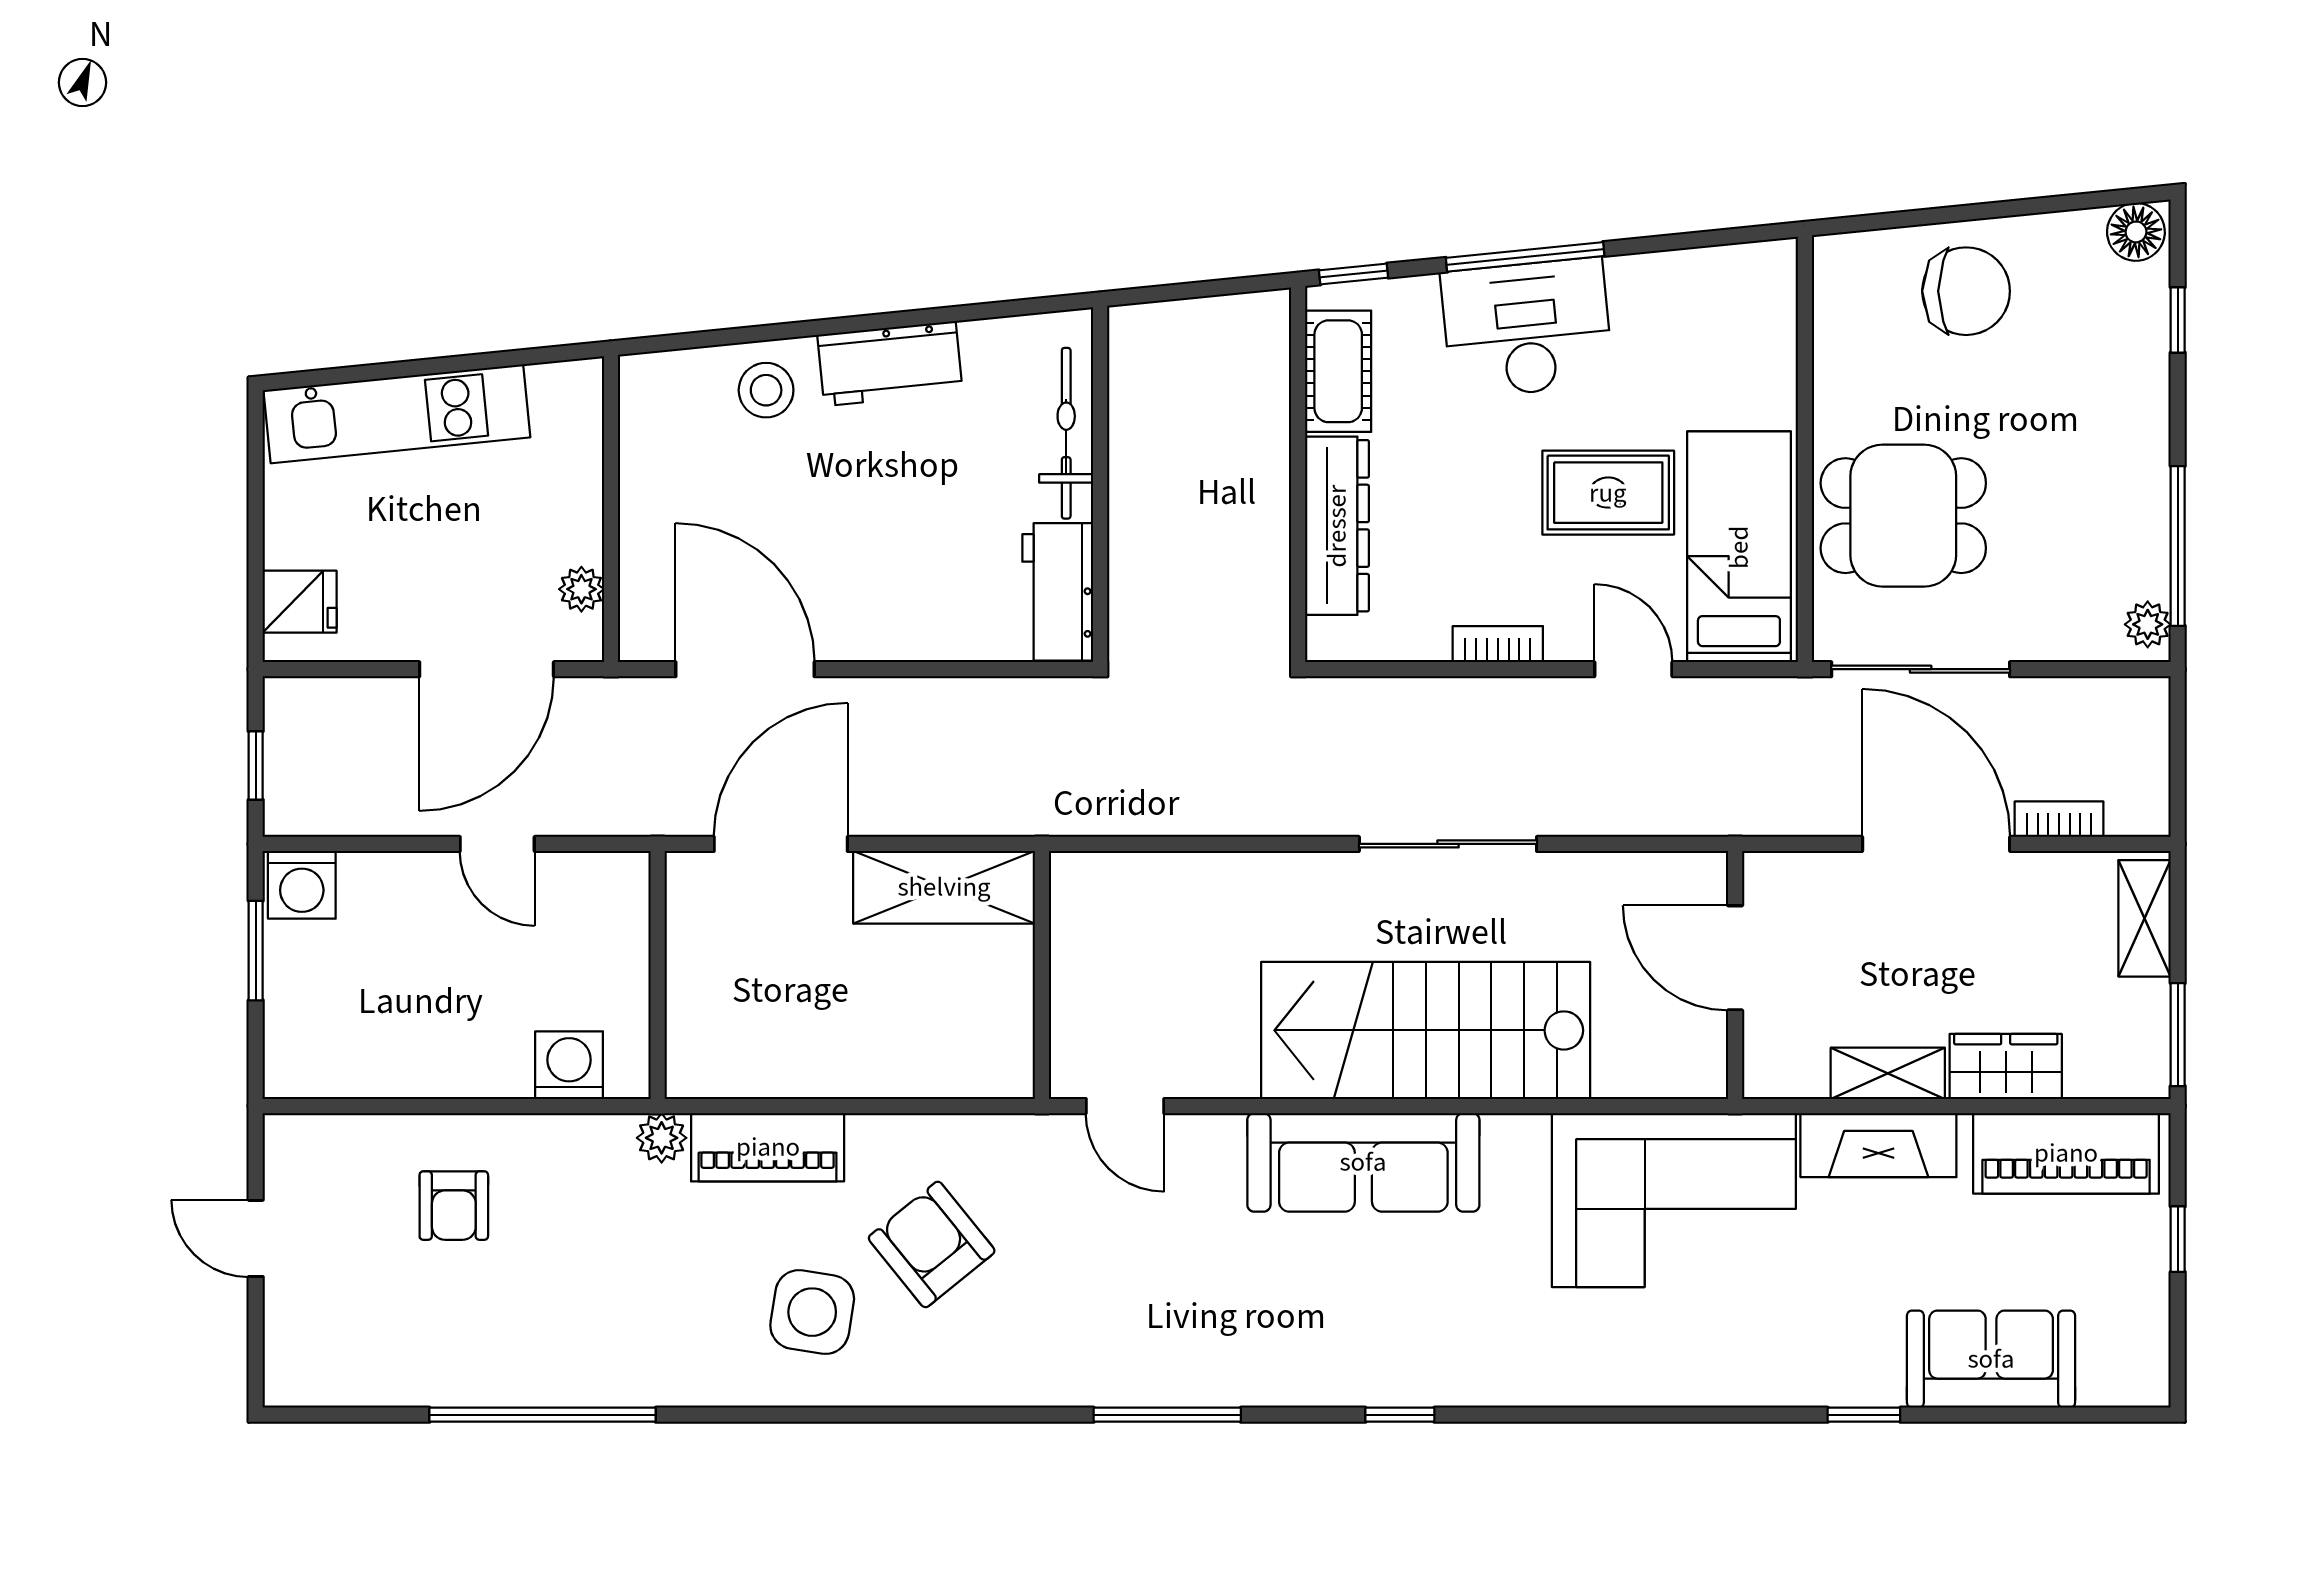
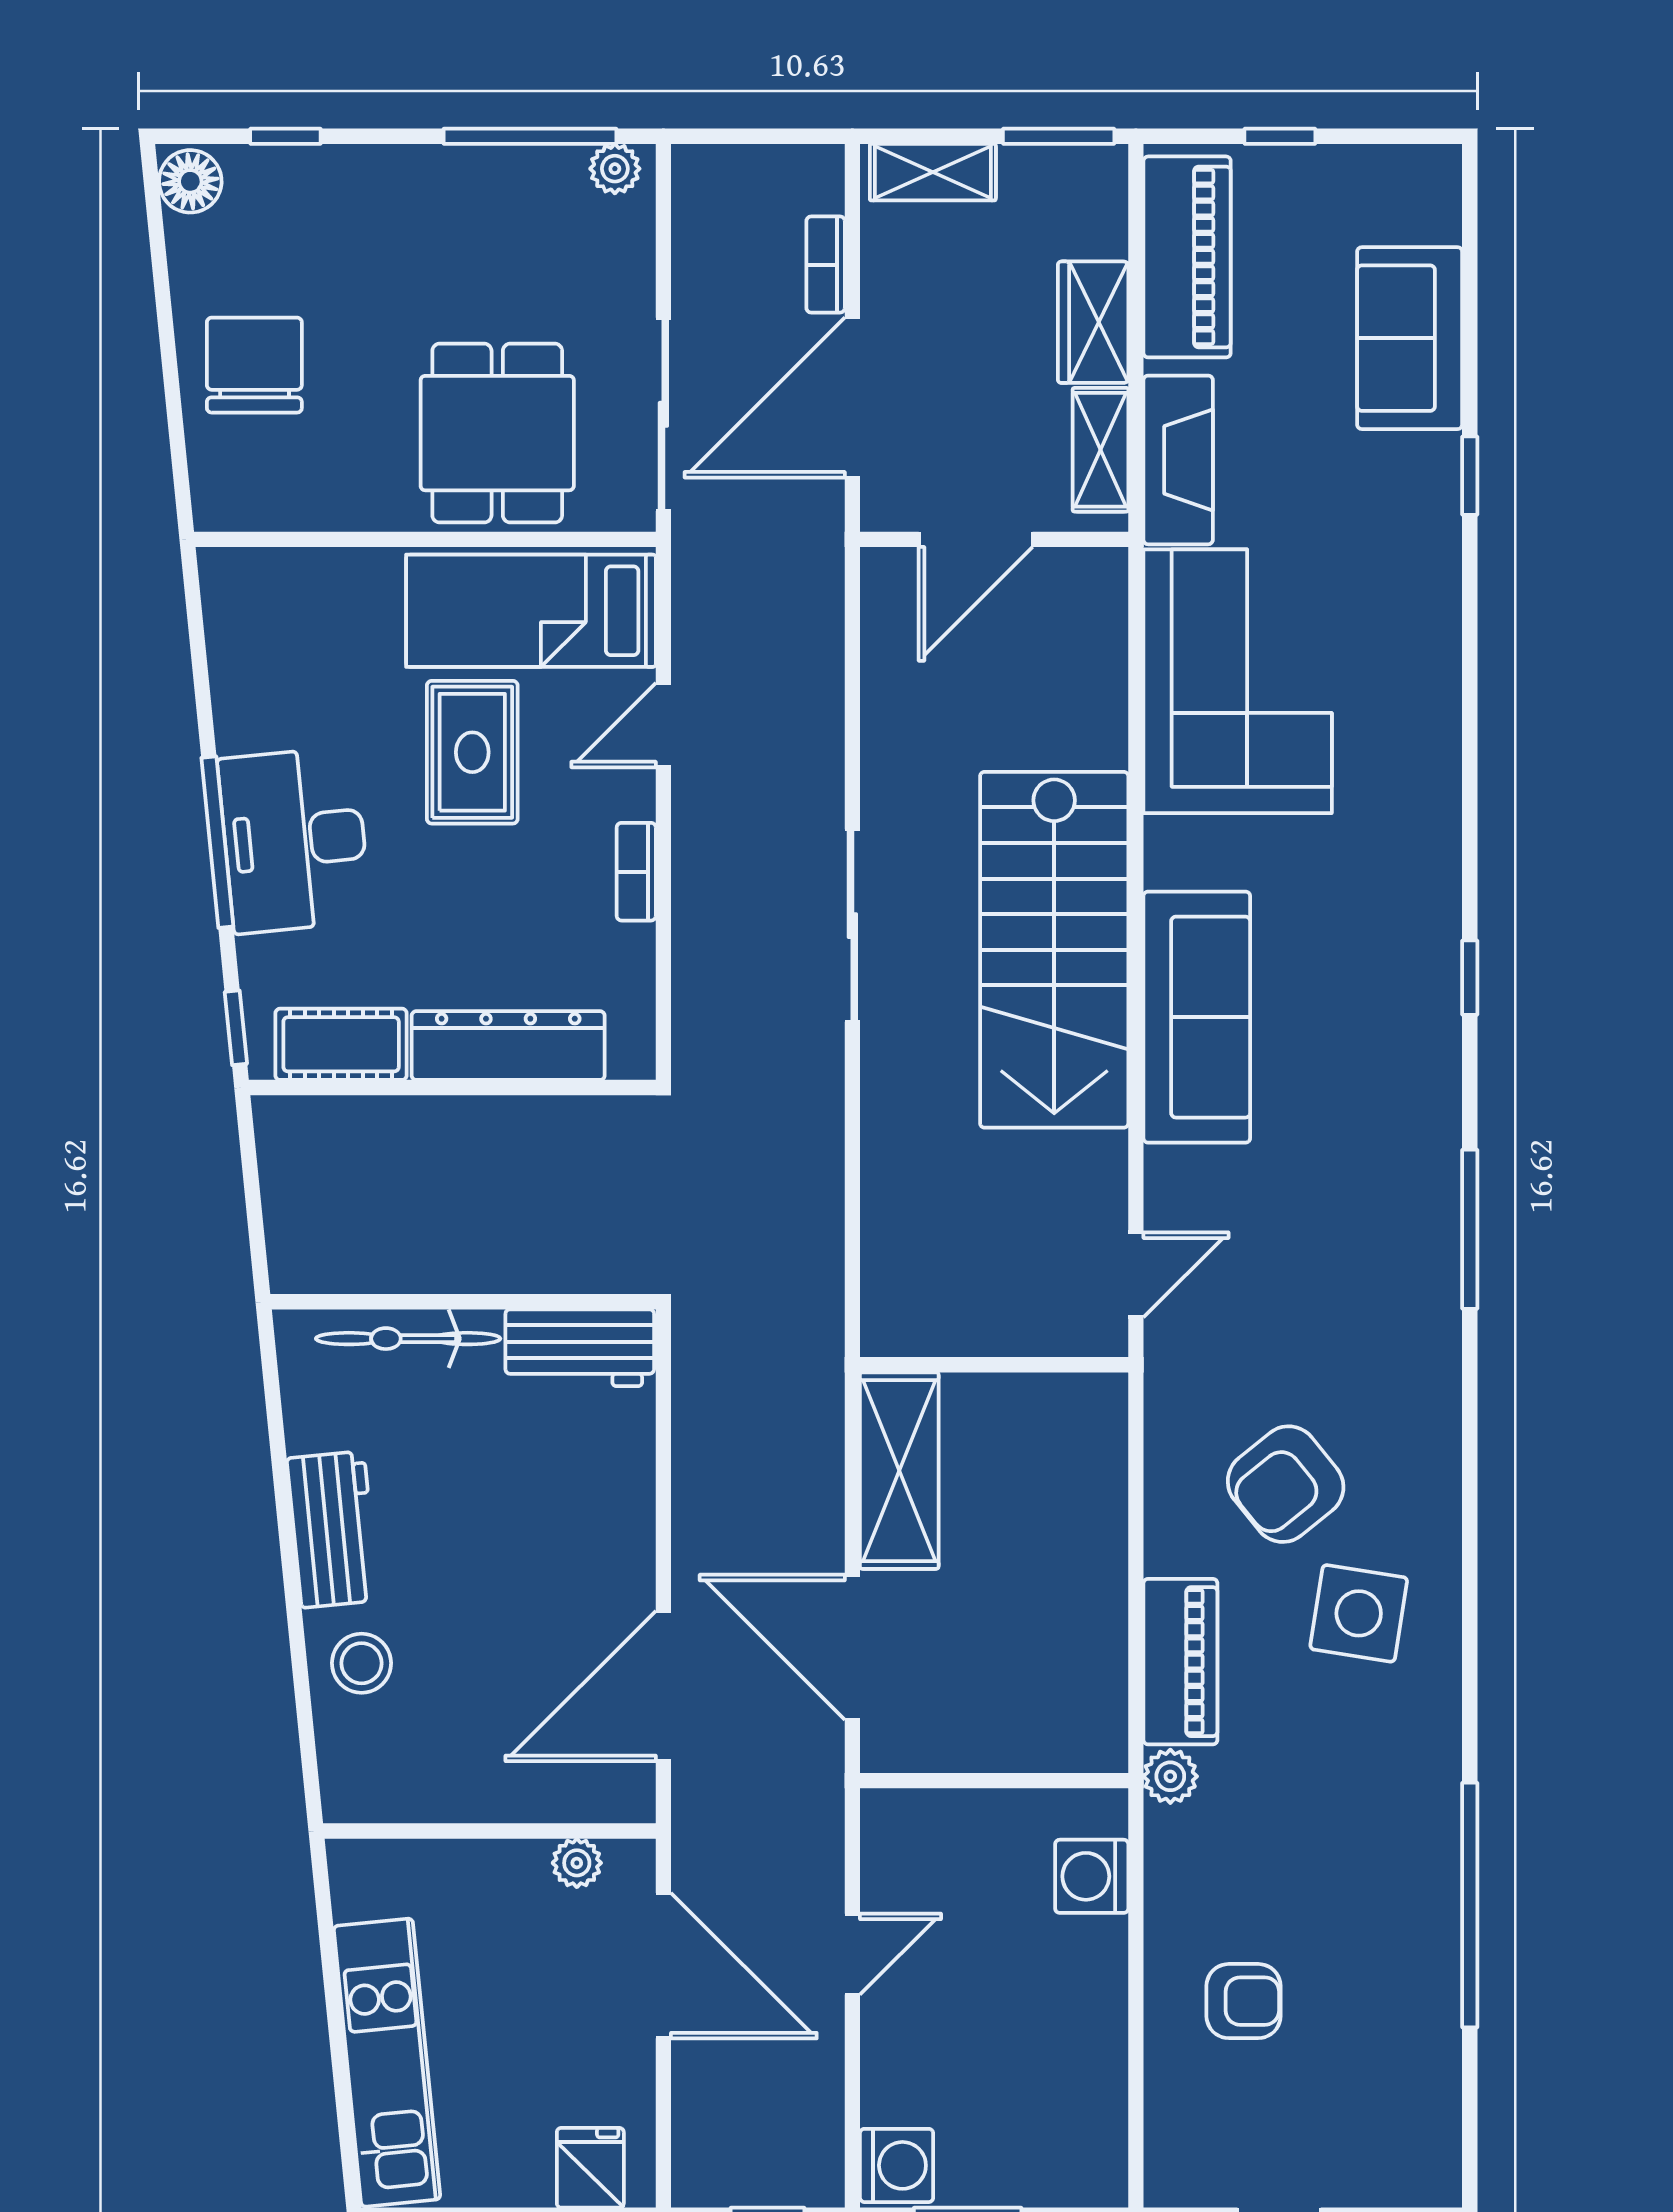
door: (1735, 958) -> (976, 539), moved
wall: (1735, 975) -> (994, 539), moved

